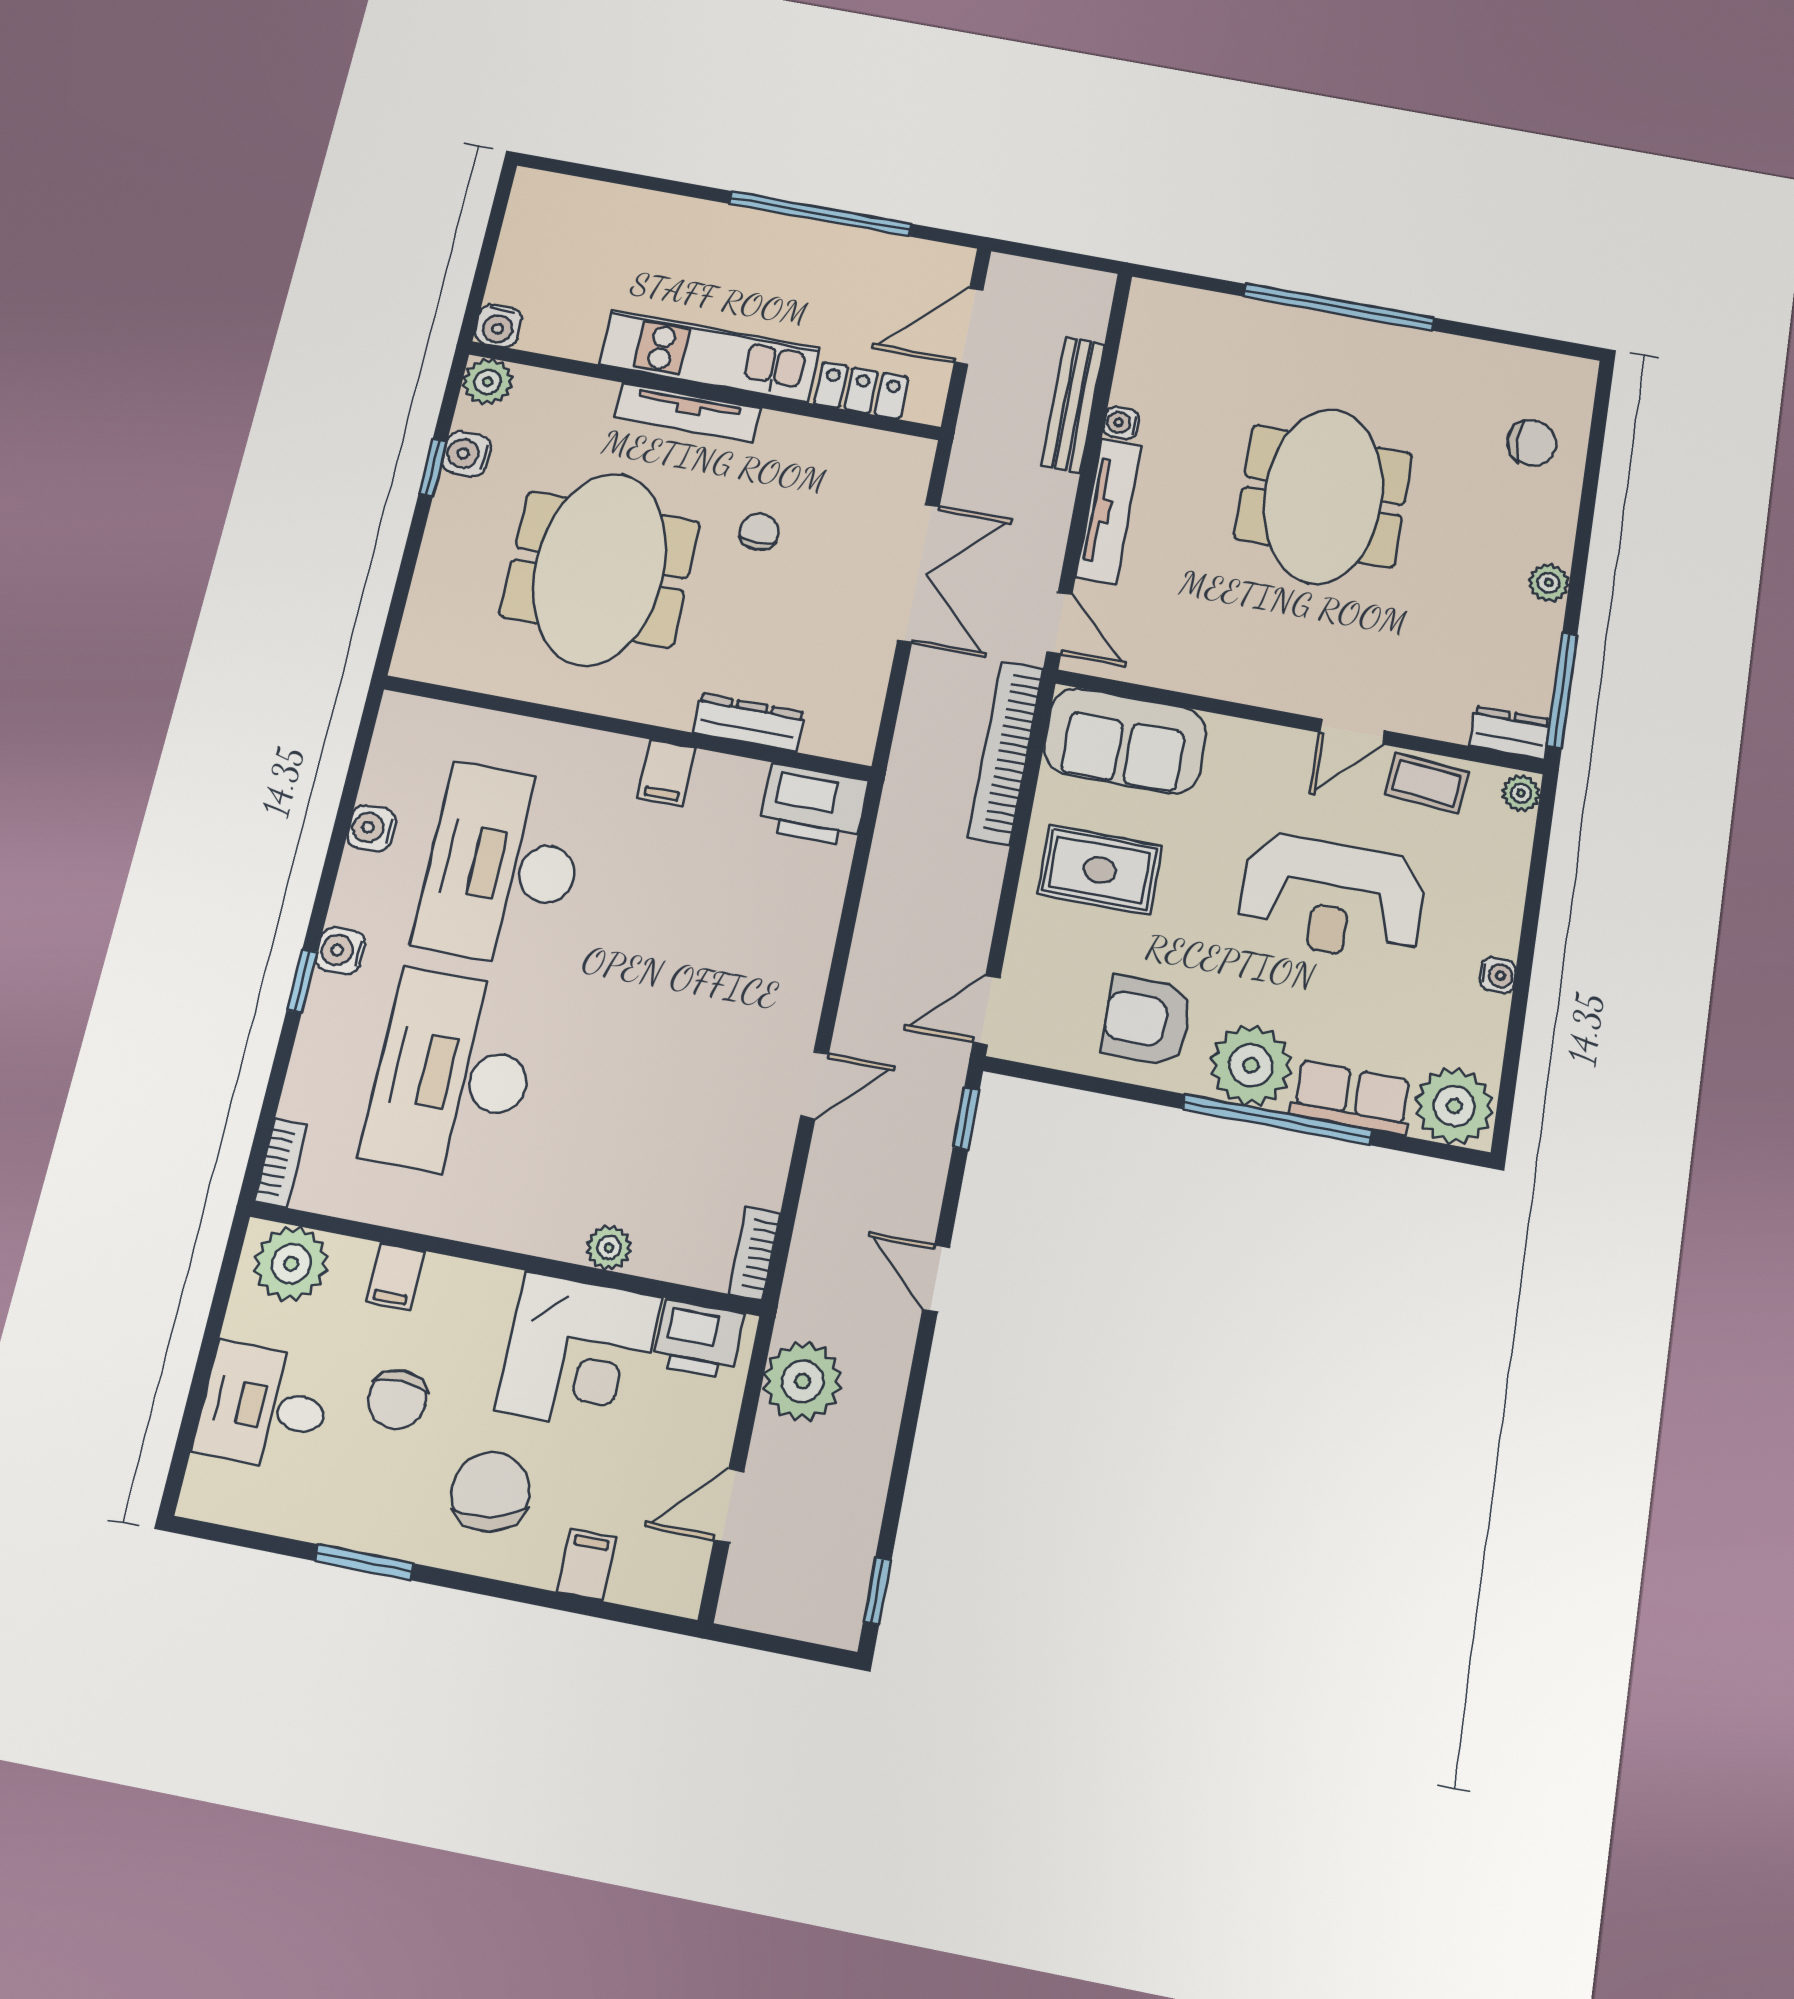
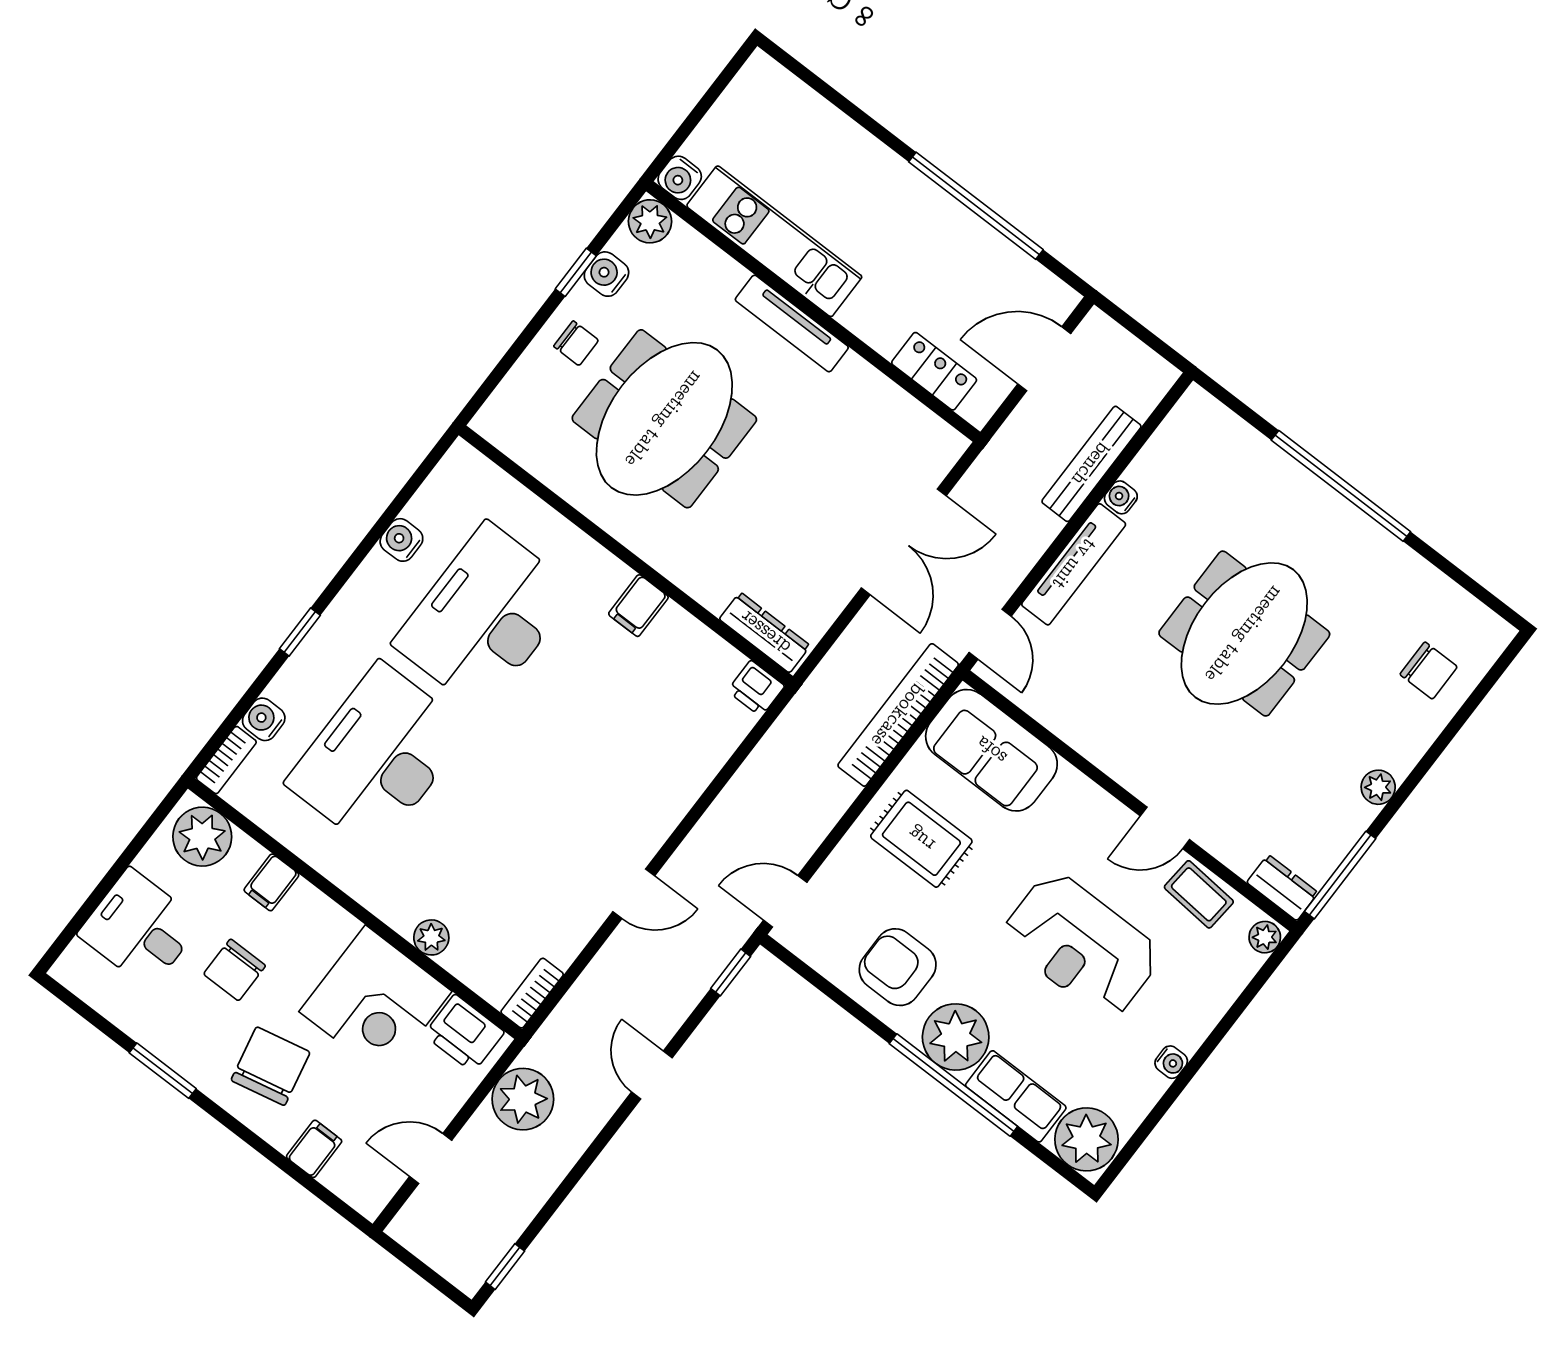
kitchen unit: (710, 356) -> (774, 241), moved
chair: (759, 532) -> (576, 343), moved, turned 90
dresser: (748, 723) -> (765, 632), moved
printer: (813, 805) -> (756, 688), width x0.53, depth x0.68
water cooler: (341, 951) -> (264, 719), moved

